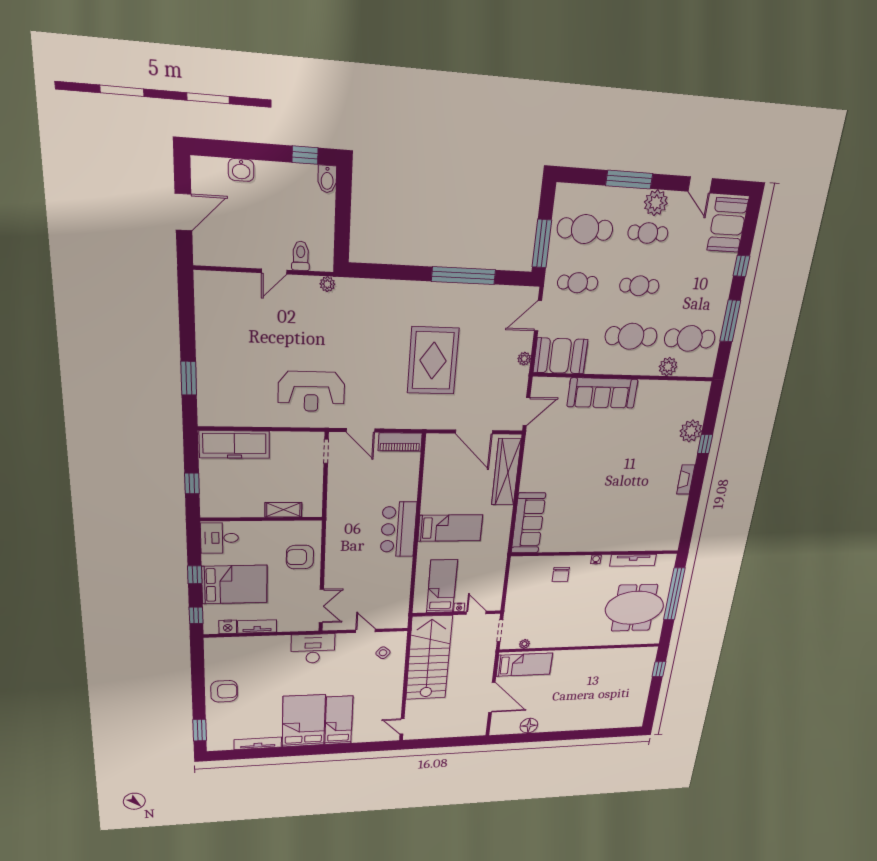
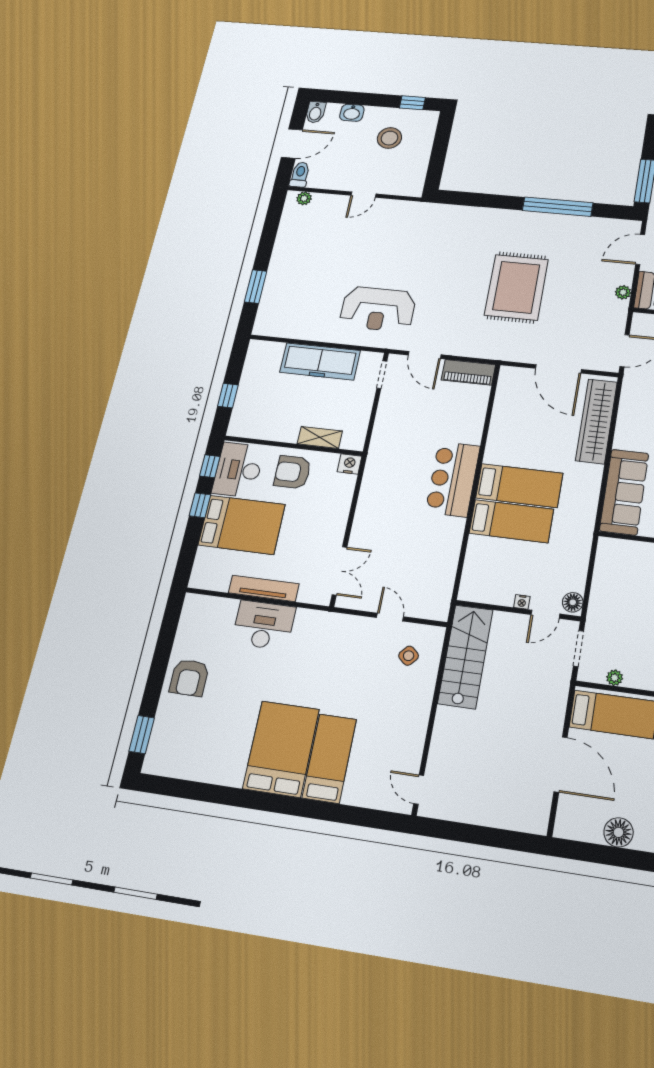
bidet: (327, 179) -> (316, 112), moved
stool: (288, 202) -> (389, 138), added
toilet: (301, 256) -> (300, 175), moved
plant: (327, 284) -> (304, 198), moved
freezer: (234, 444) -> (320, 361), moved
desk: (219, 538) -> (238, 470), width x1.37
armchair: (300, 557) -> (293, 472), moved
bed: (442, 586) -> (511, 521), moved, turned 90
floor lamp: (495, 602) -> (573, 602), added
door: (476, 613) -> (545, 614), swing flipped
window: (196, 615) -> (210, 466), moved
tv unit: (257, 626) -> (264, 588), width x1.41
nightstand: (228, 627) -> (349, 464), moved, turned 180
desk: (313, 649) -> (264, 625), moved
stairs: (429, 658) -> (465, 656), width x0.73, depth x0.66
armchair: (224, 691) -> (189, 678), turned 90
tv unit: (258, 743) -> (211, 775), removed

